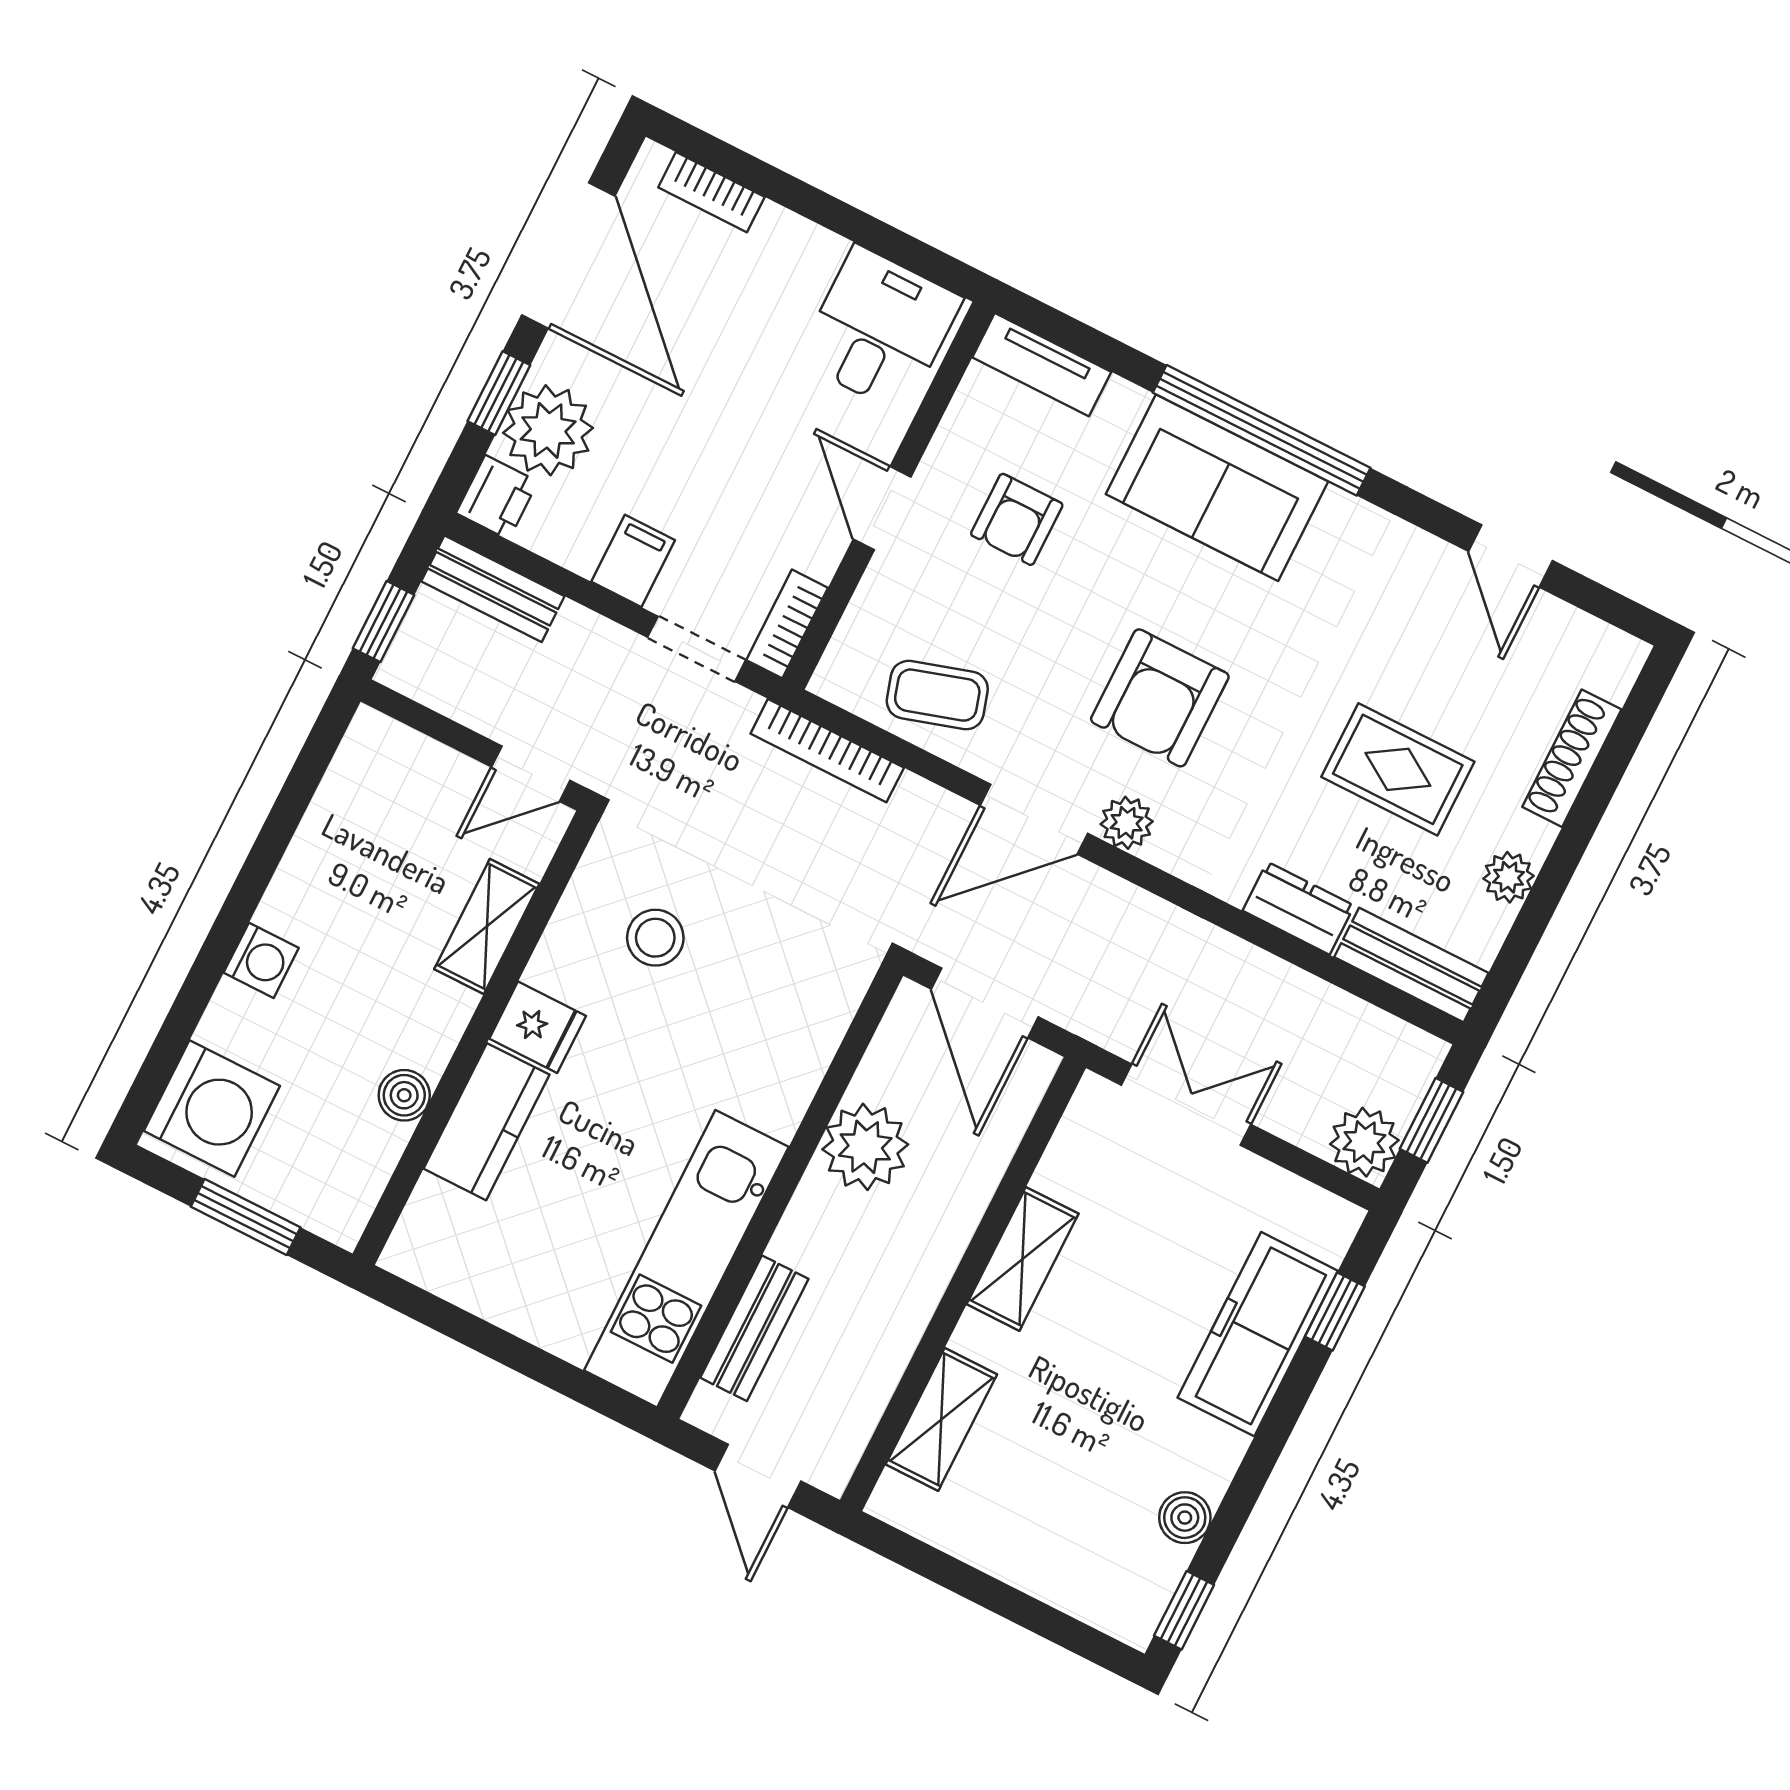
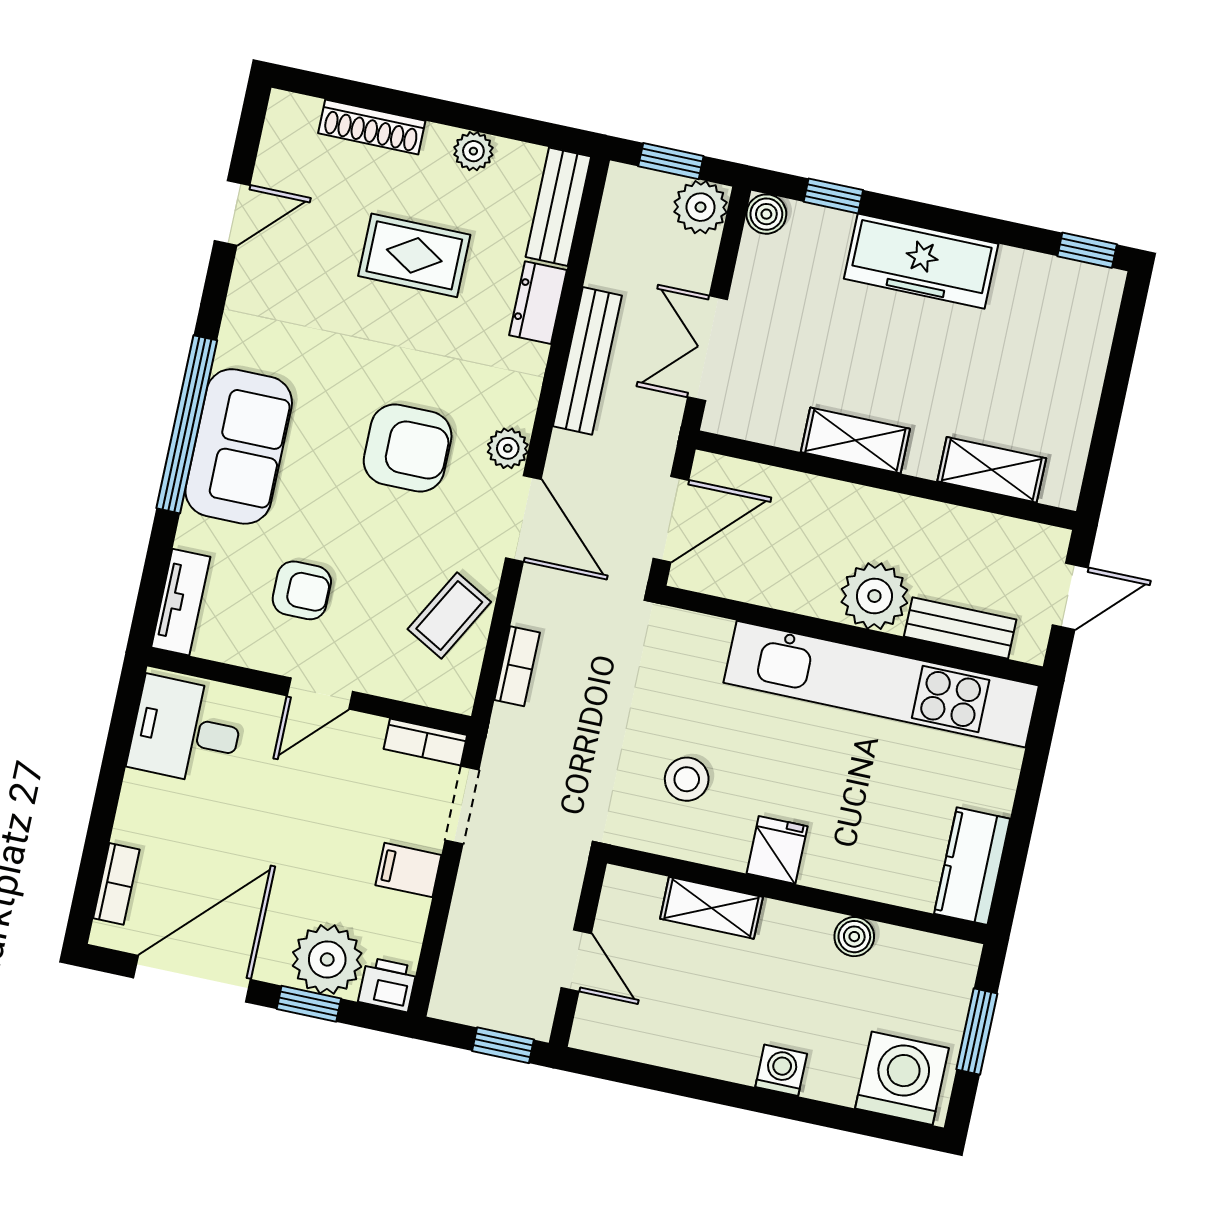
bench: (493, 589) -> (587, 361), moved, width x1.36
coffee table: (937, 695) -> (449, 615), turned 46
bookcase: (827, 751) -> (517, 666), width x0.64
rug: (1398, 769) -> (414, 255), turned 90
door: (531, 774) -> (576, 961), moved
kitchen counter: (487, 1122) -> (972, 866), moved, turned -90
plant: (865, 1147) -> (874, 596), moved
kitchen unit: (686, 1259) -> (881, 684), width x1.36
freezer: (1258, 1334) -> (921, 261), moved
boiler: (1185, 1518) -> (766, 214), moved

